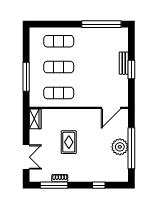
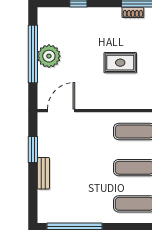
window: (131, 70) -> (33, 149), moved
rug: (69, 142) -> (120, 63), turned 90

